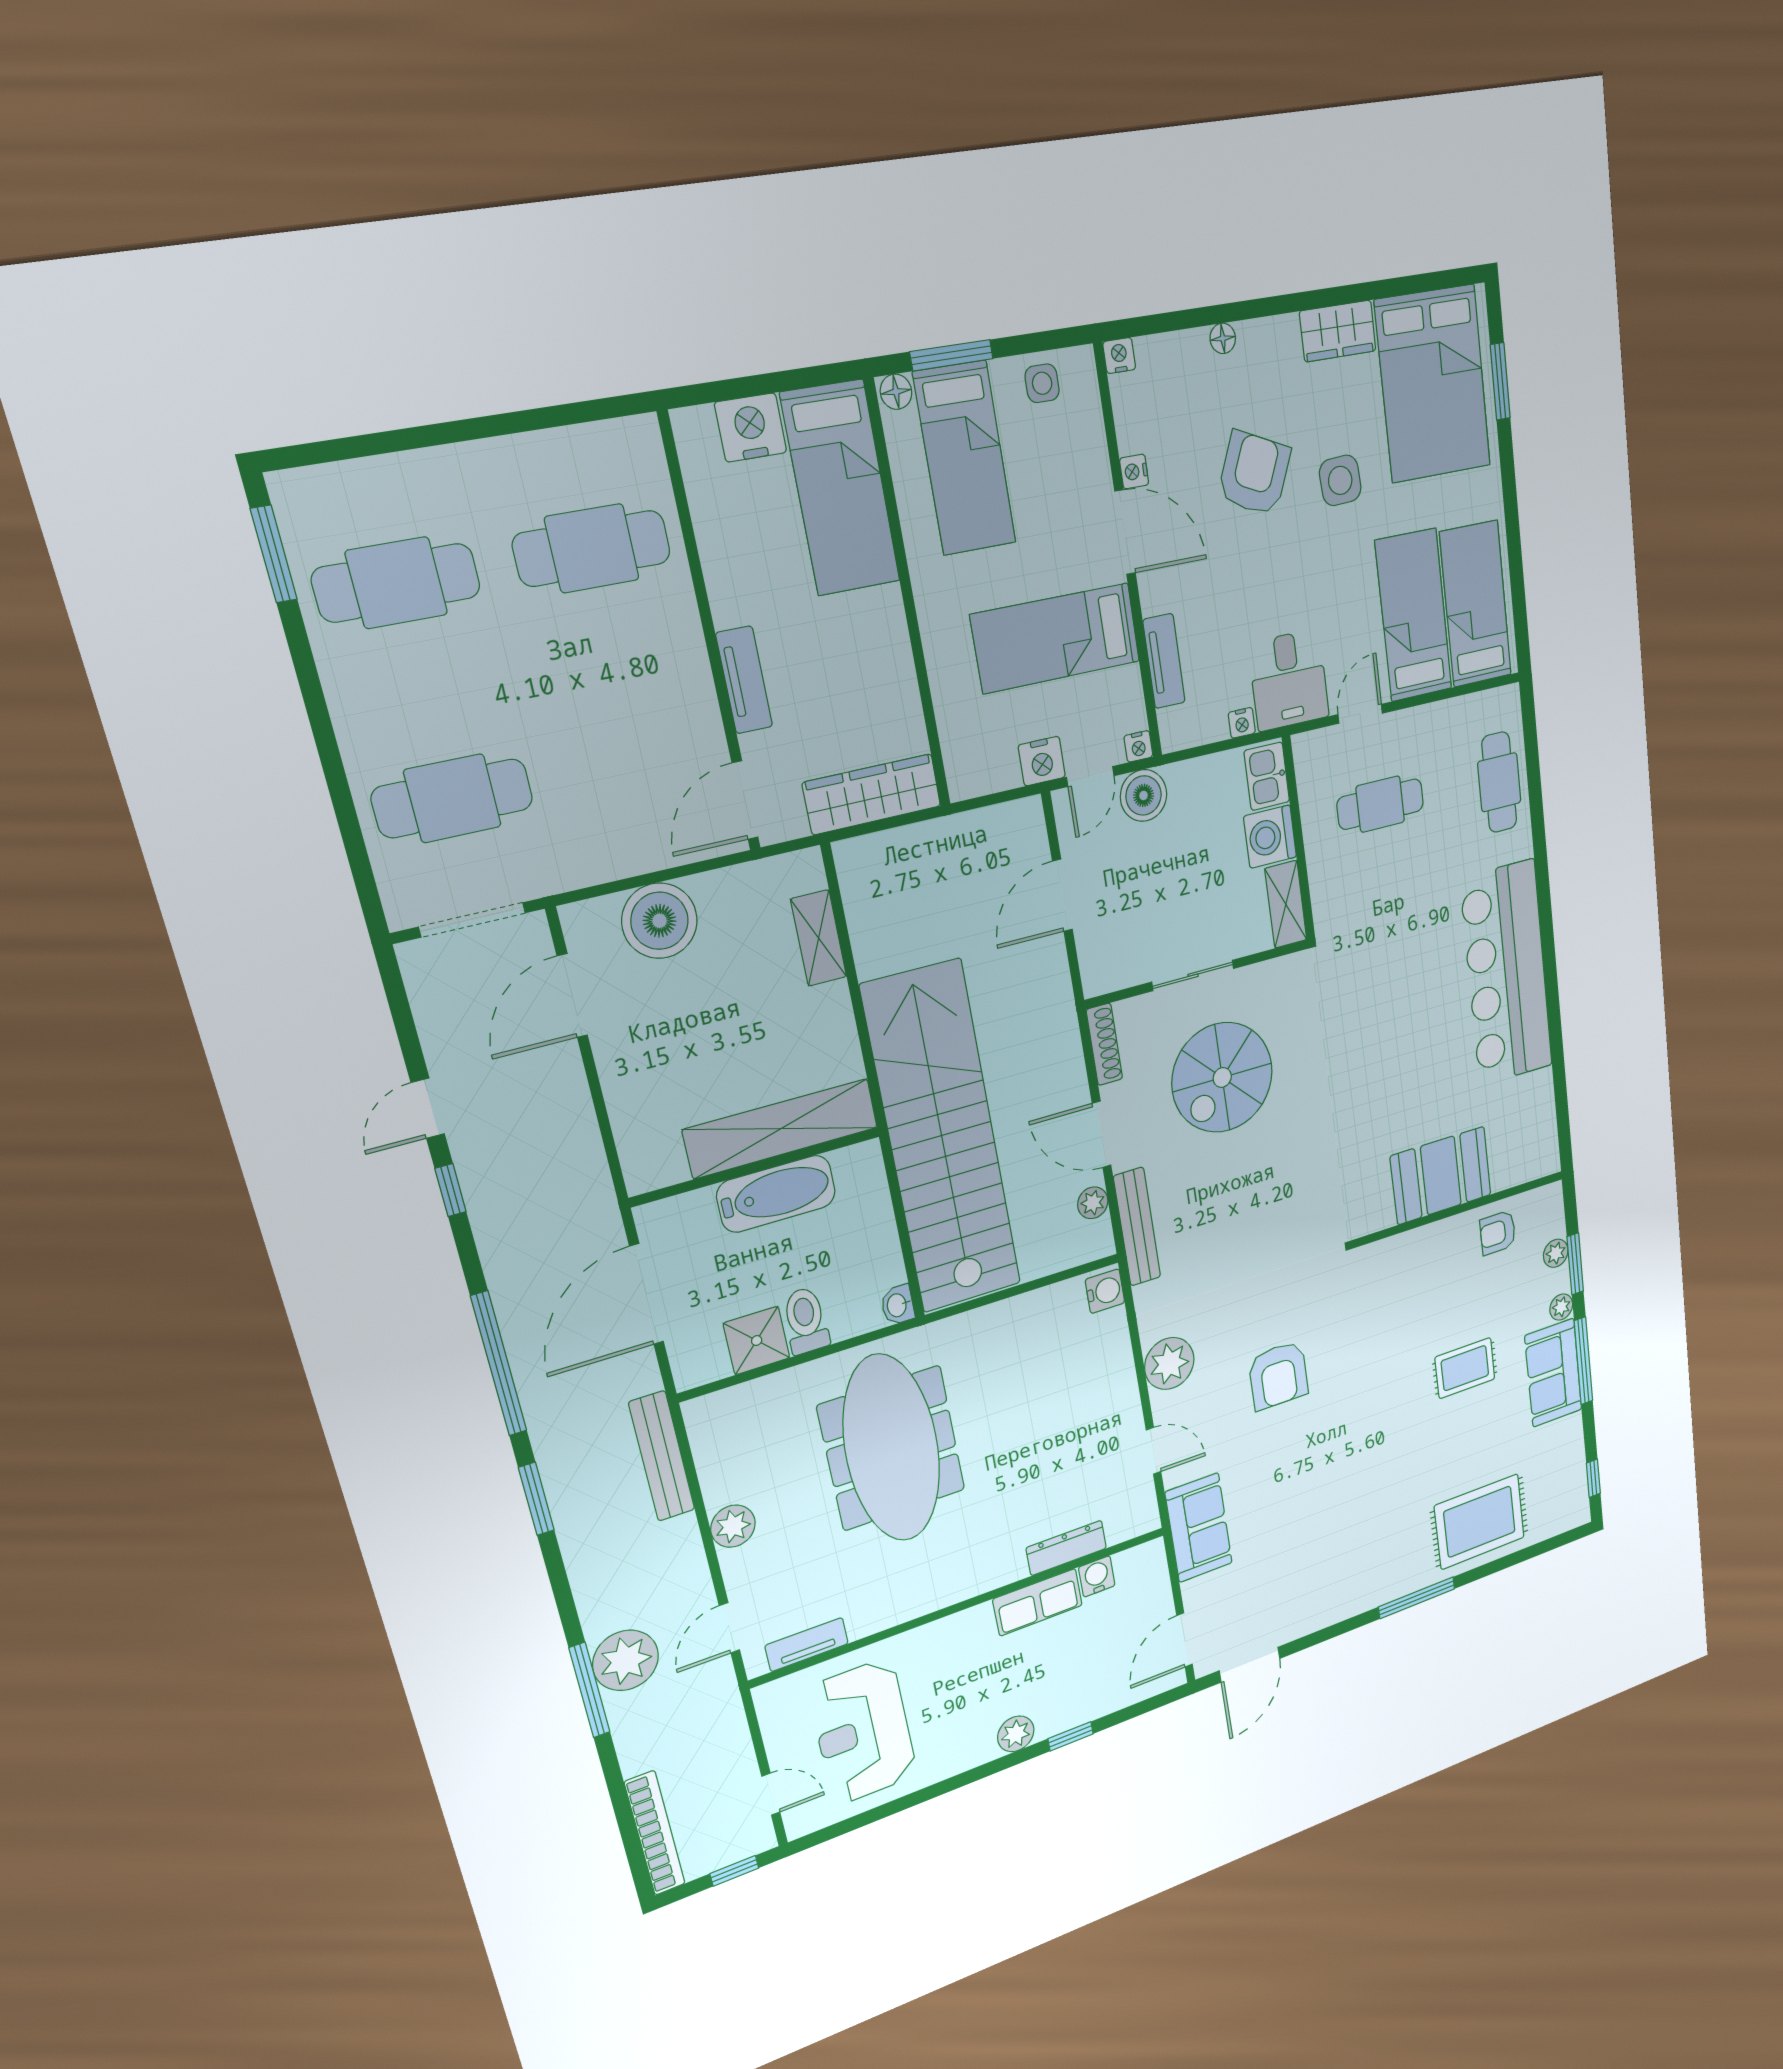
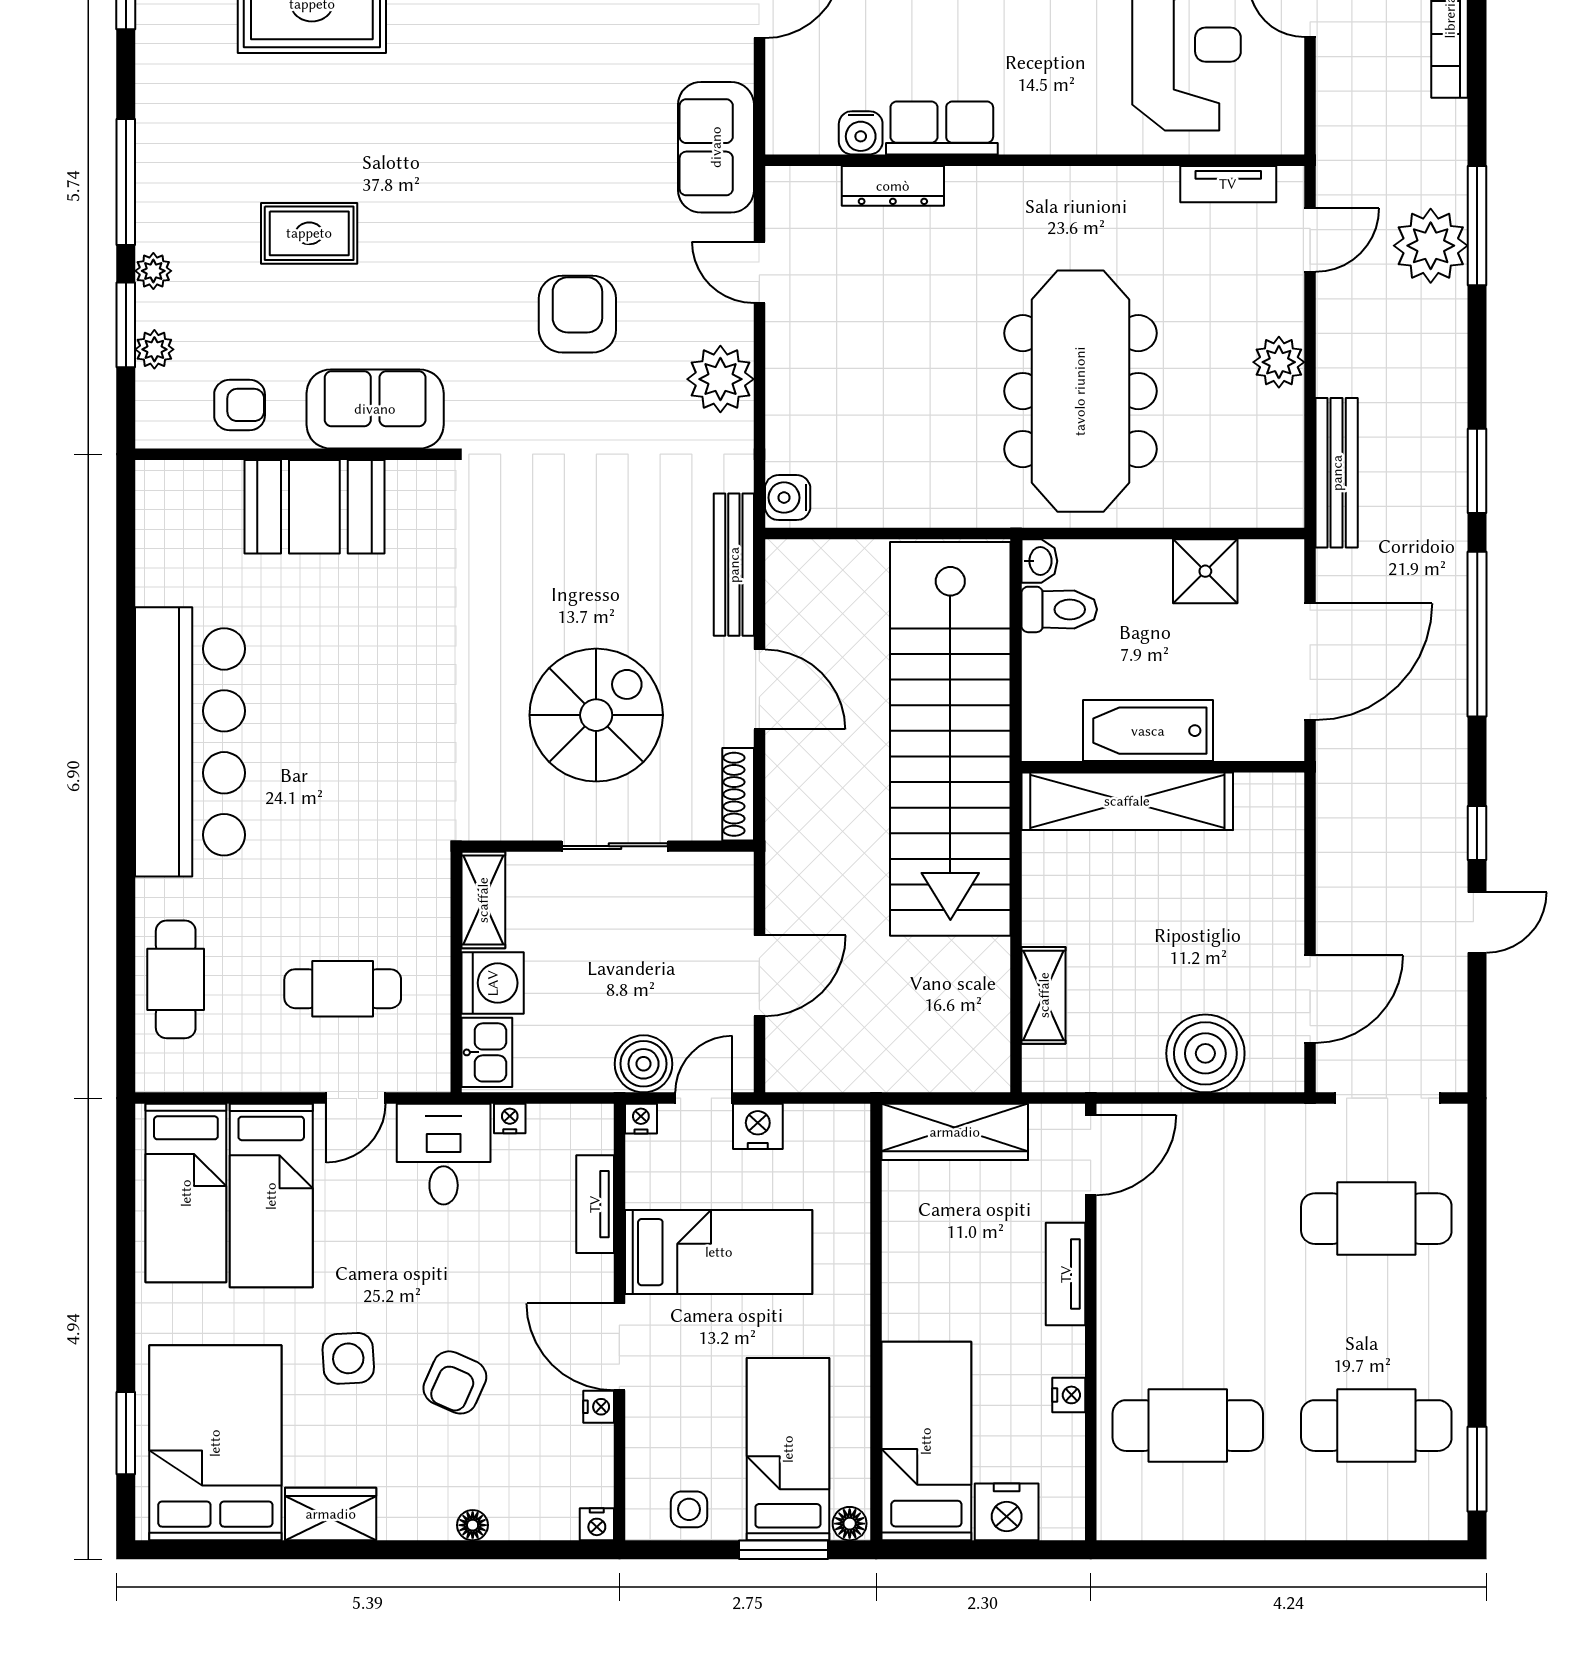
armchair: (1254, 473) -> (455, 1382), width x0.72, depth x0.72
nightstand: (716, 559) -> (1069, 1395), added
plant: (1093, 1203) -> (784, 611), removed
toilet: (806, 1320) -> (1059, 609), moved, turned -90
sofa: (1553, 1373) -> (375, 409), moved, turned -90

